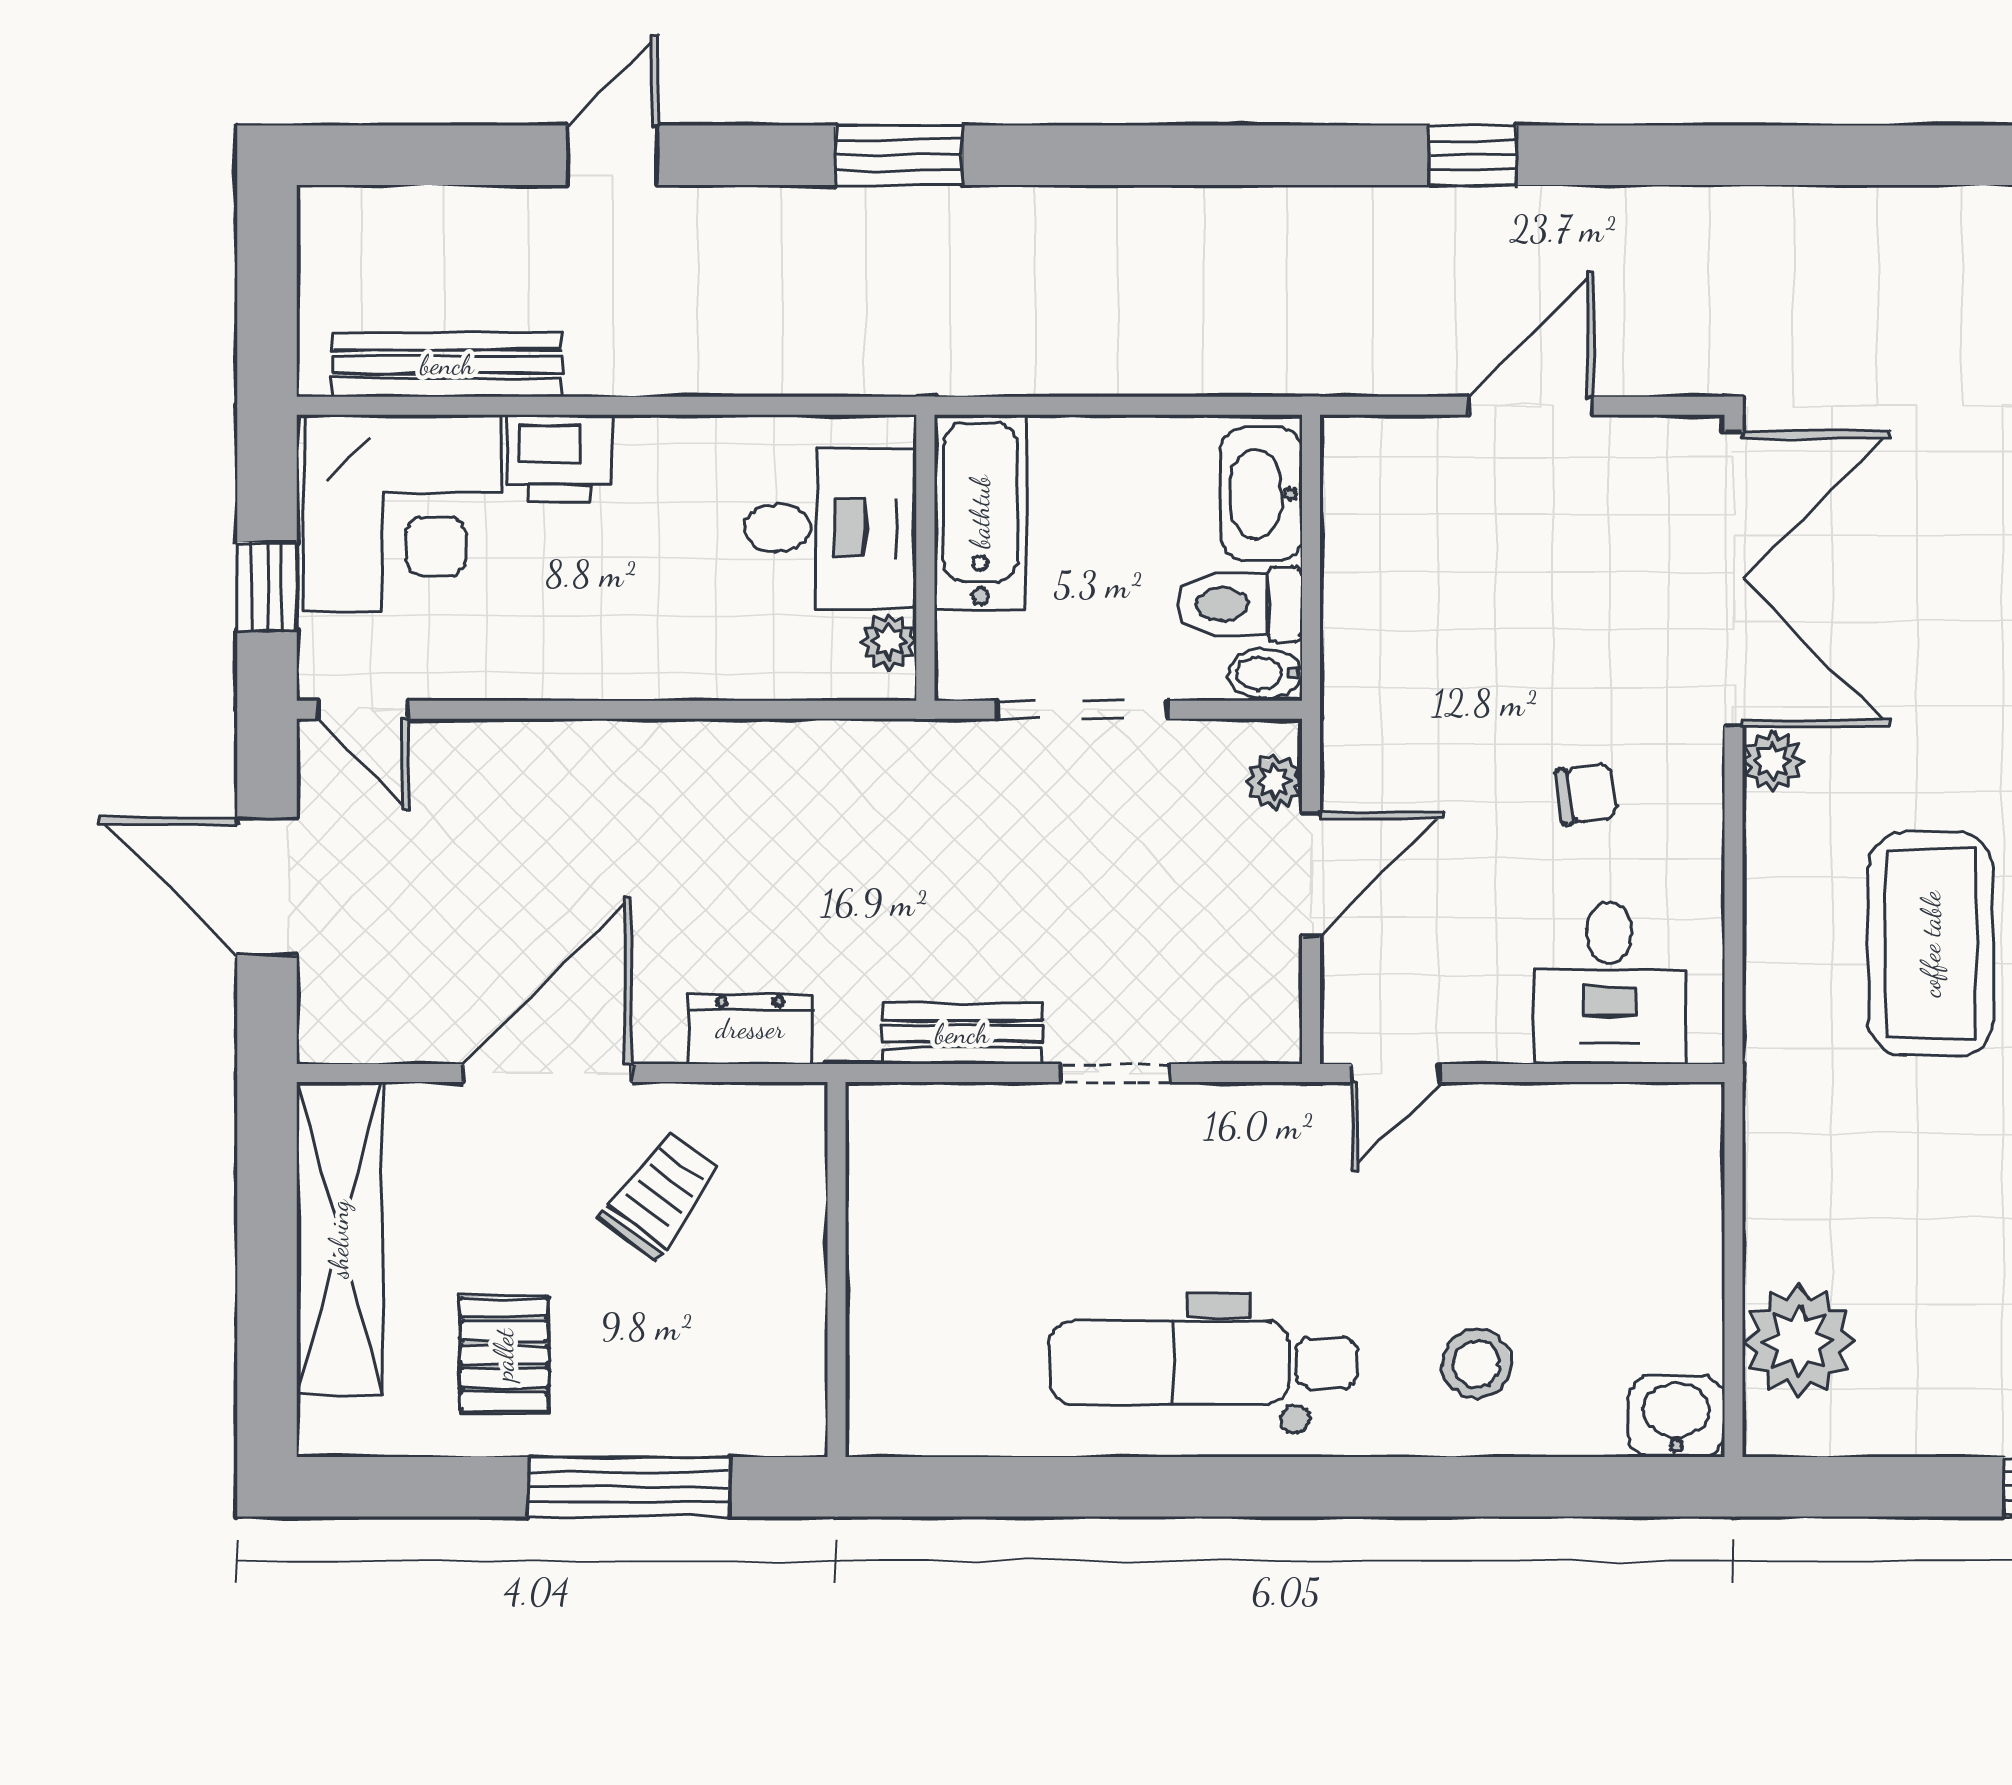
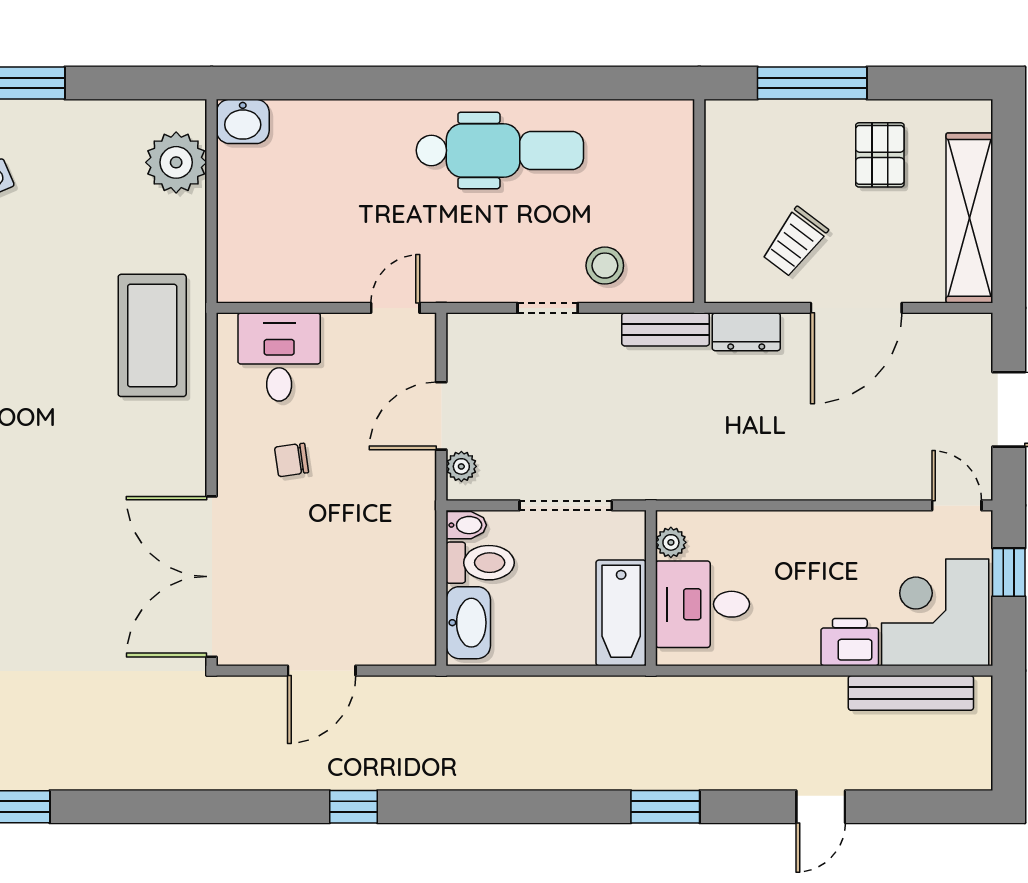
plant: (1773, 761) -> (190, 478), removed
coffee table: (1931, 944) -> (152, 335), moved
bench: (962, 1034) -> (666, 329), moved
stool: (1477, 1364) -> (605, 266), moved

